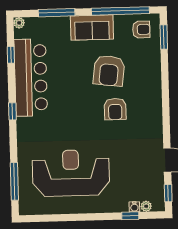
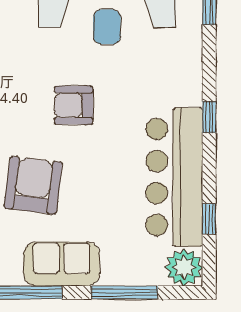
plant: (19, 23) -> (184, 267), width x1.88, depth x1.88
armchair: (115, 109) -> (74, 105), moved, turned -90

